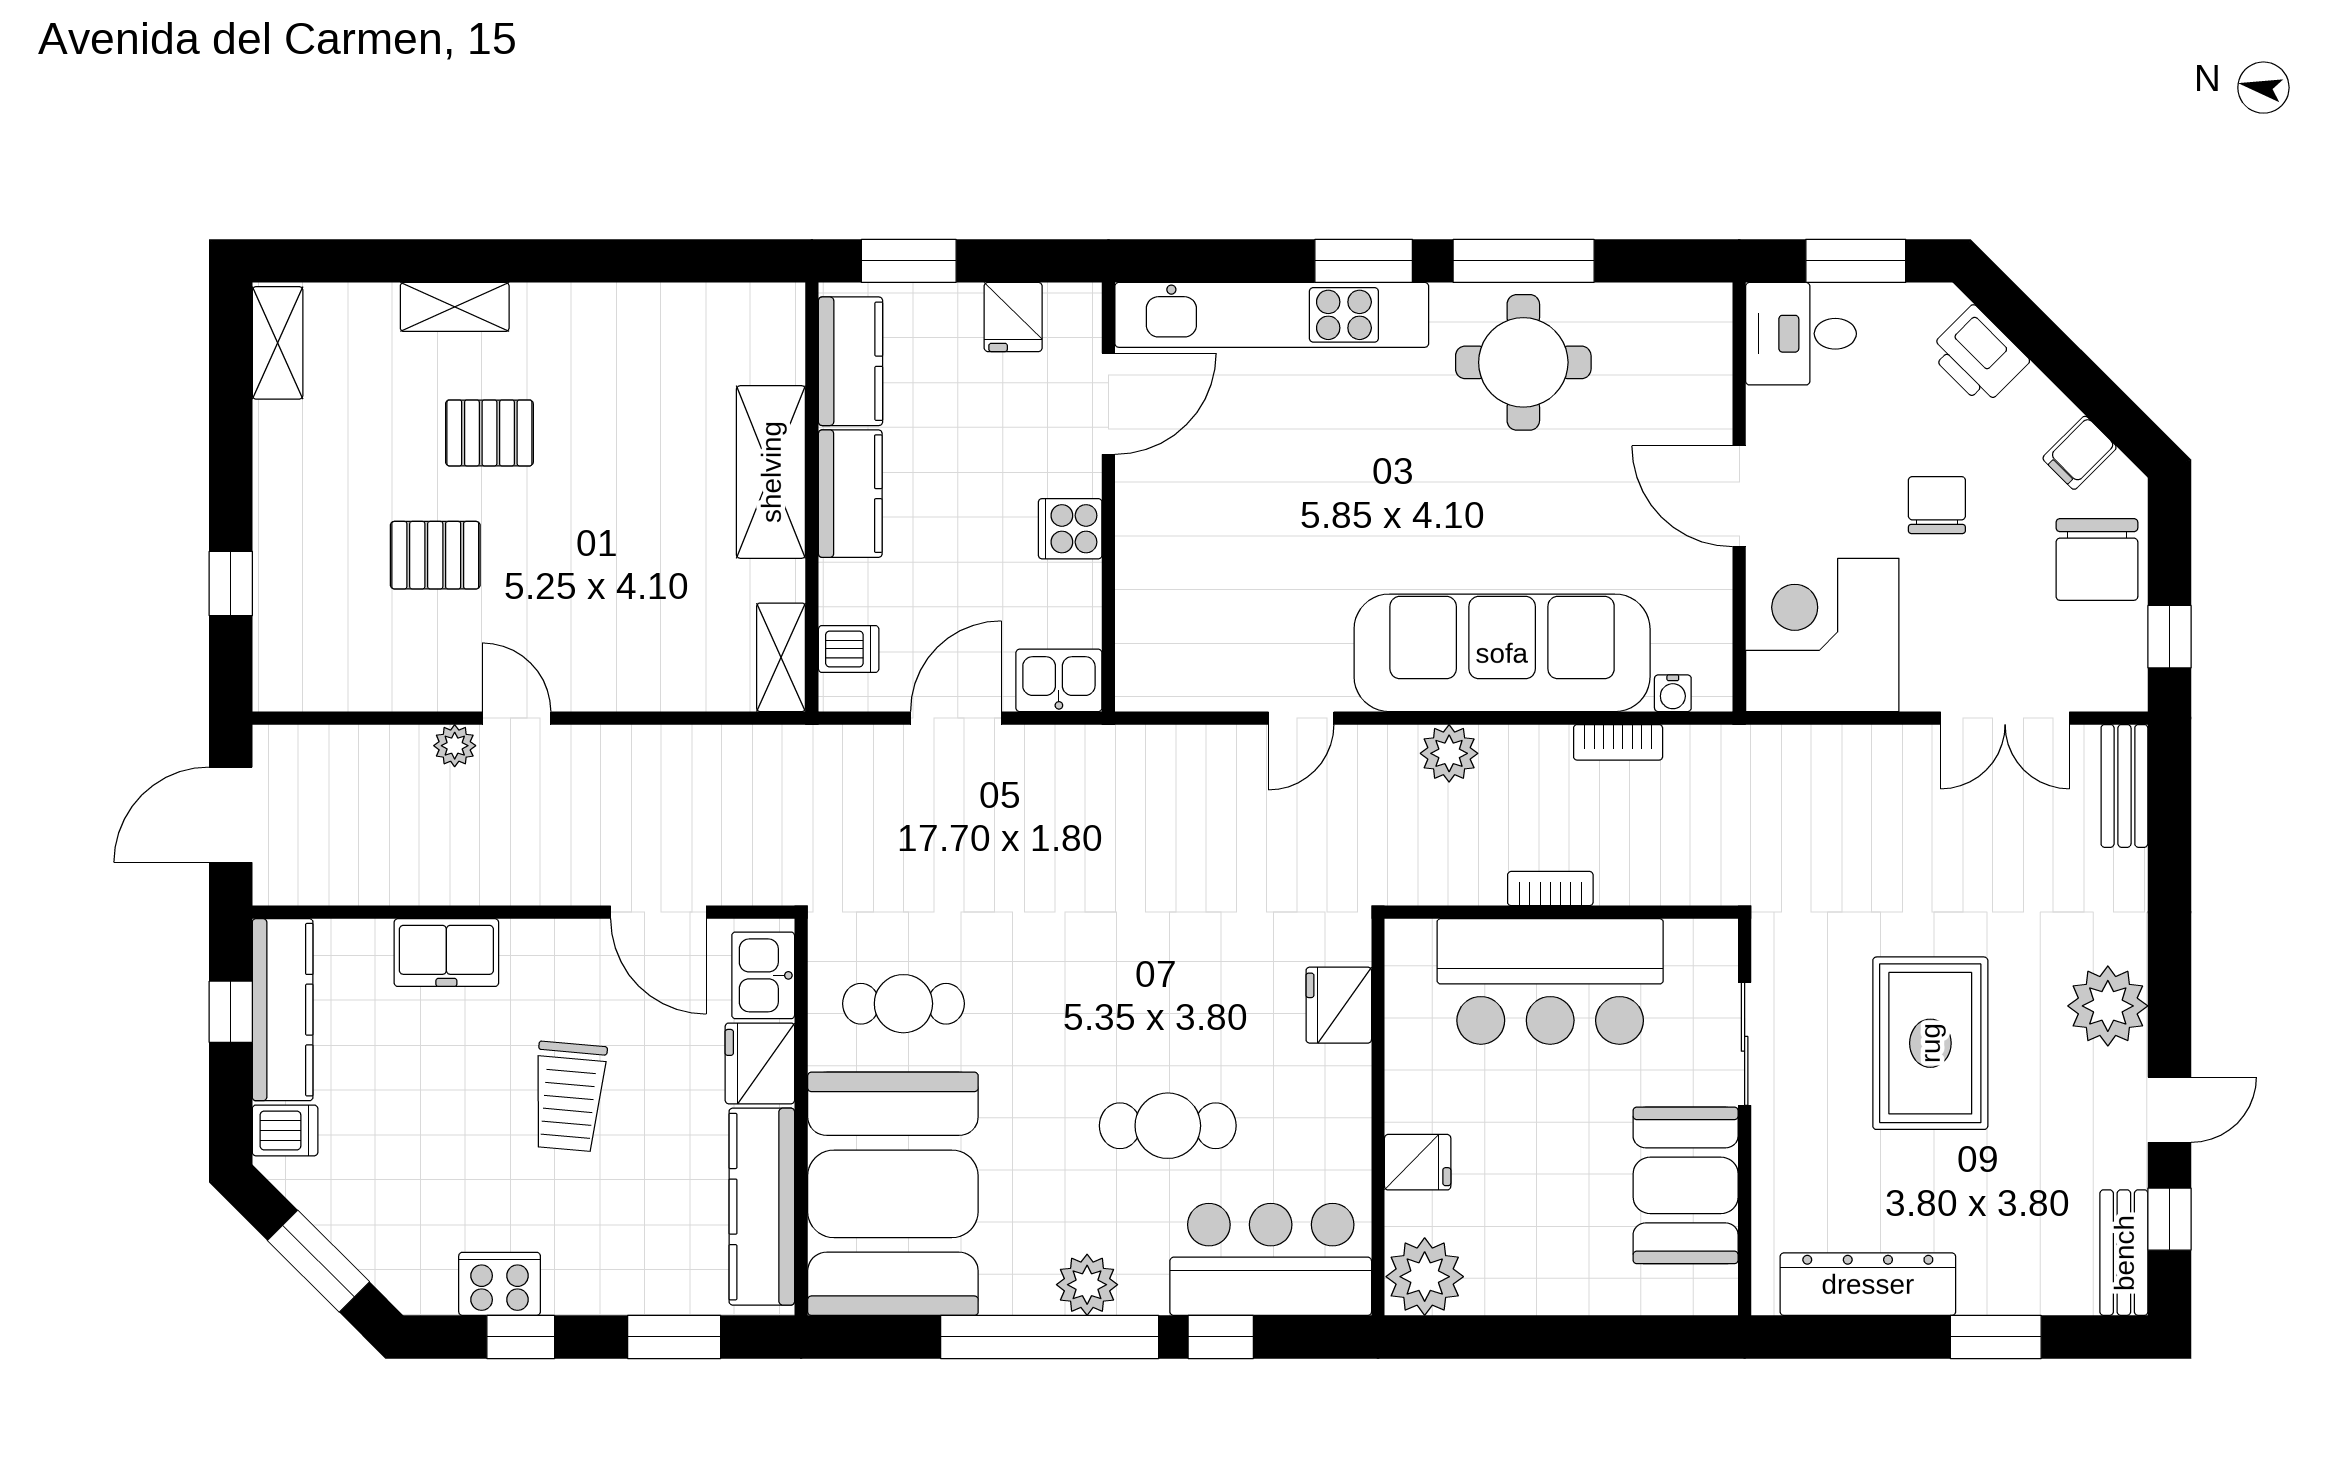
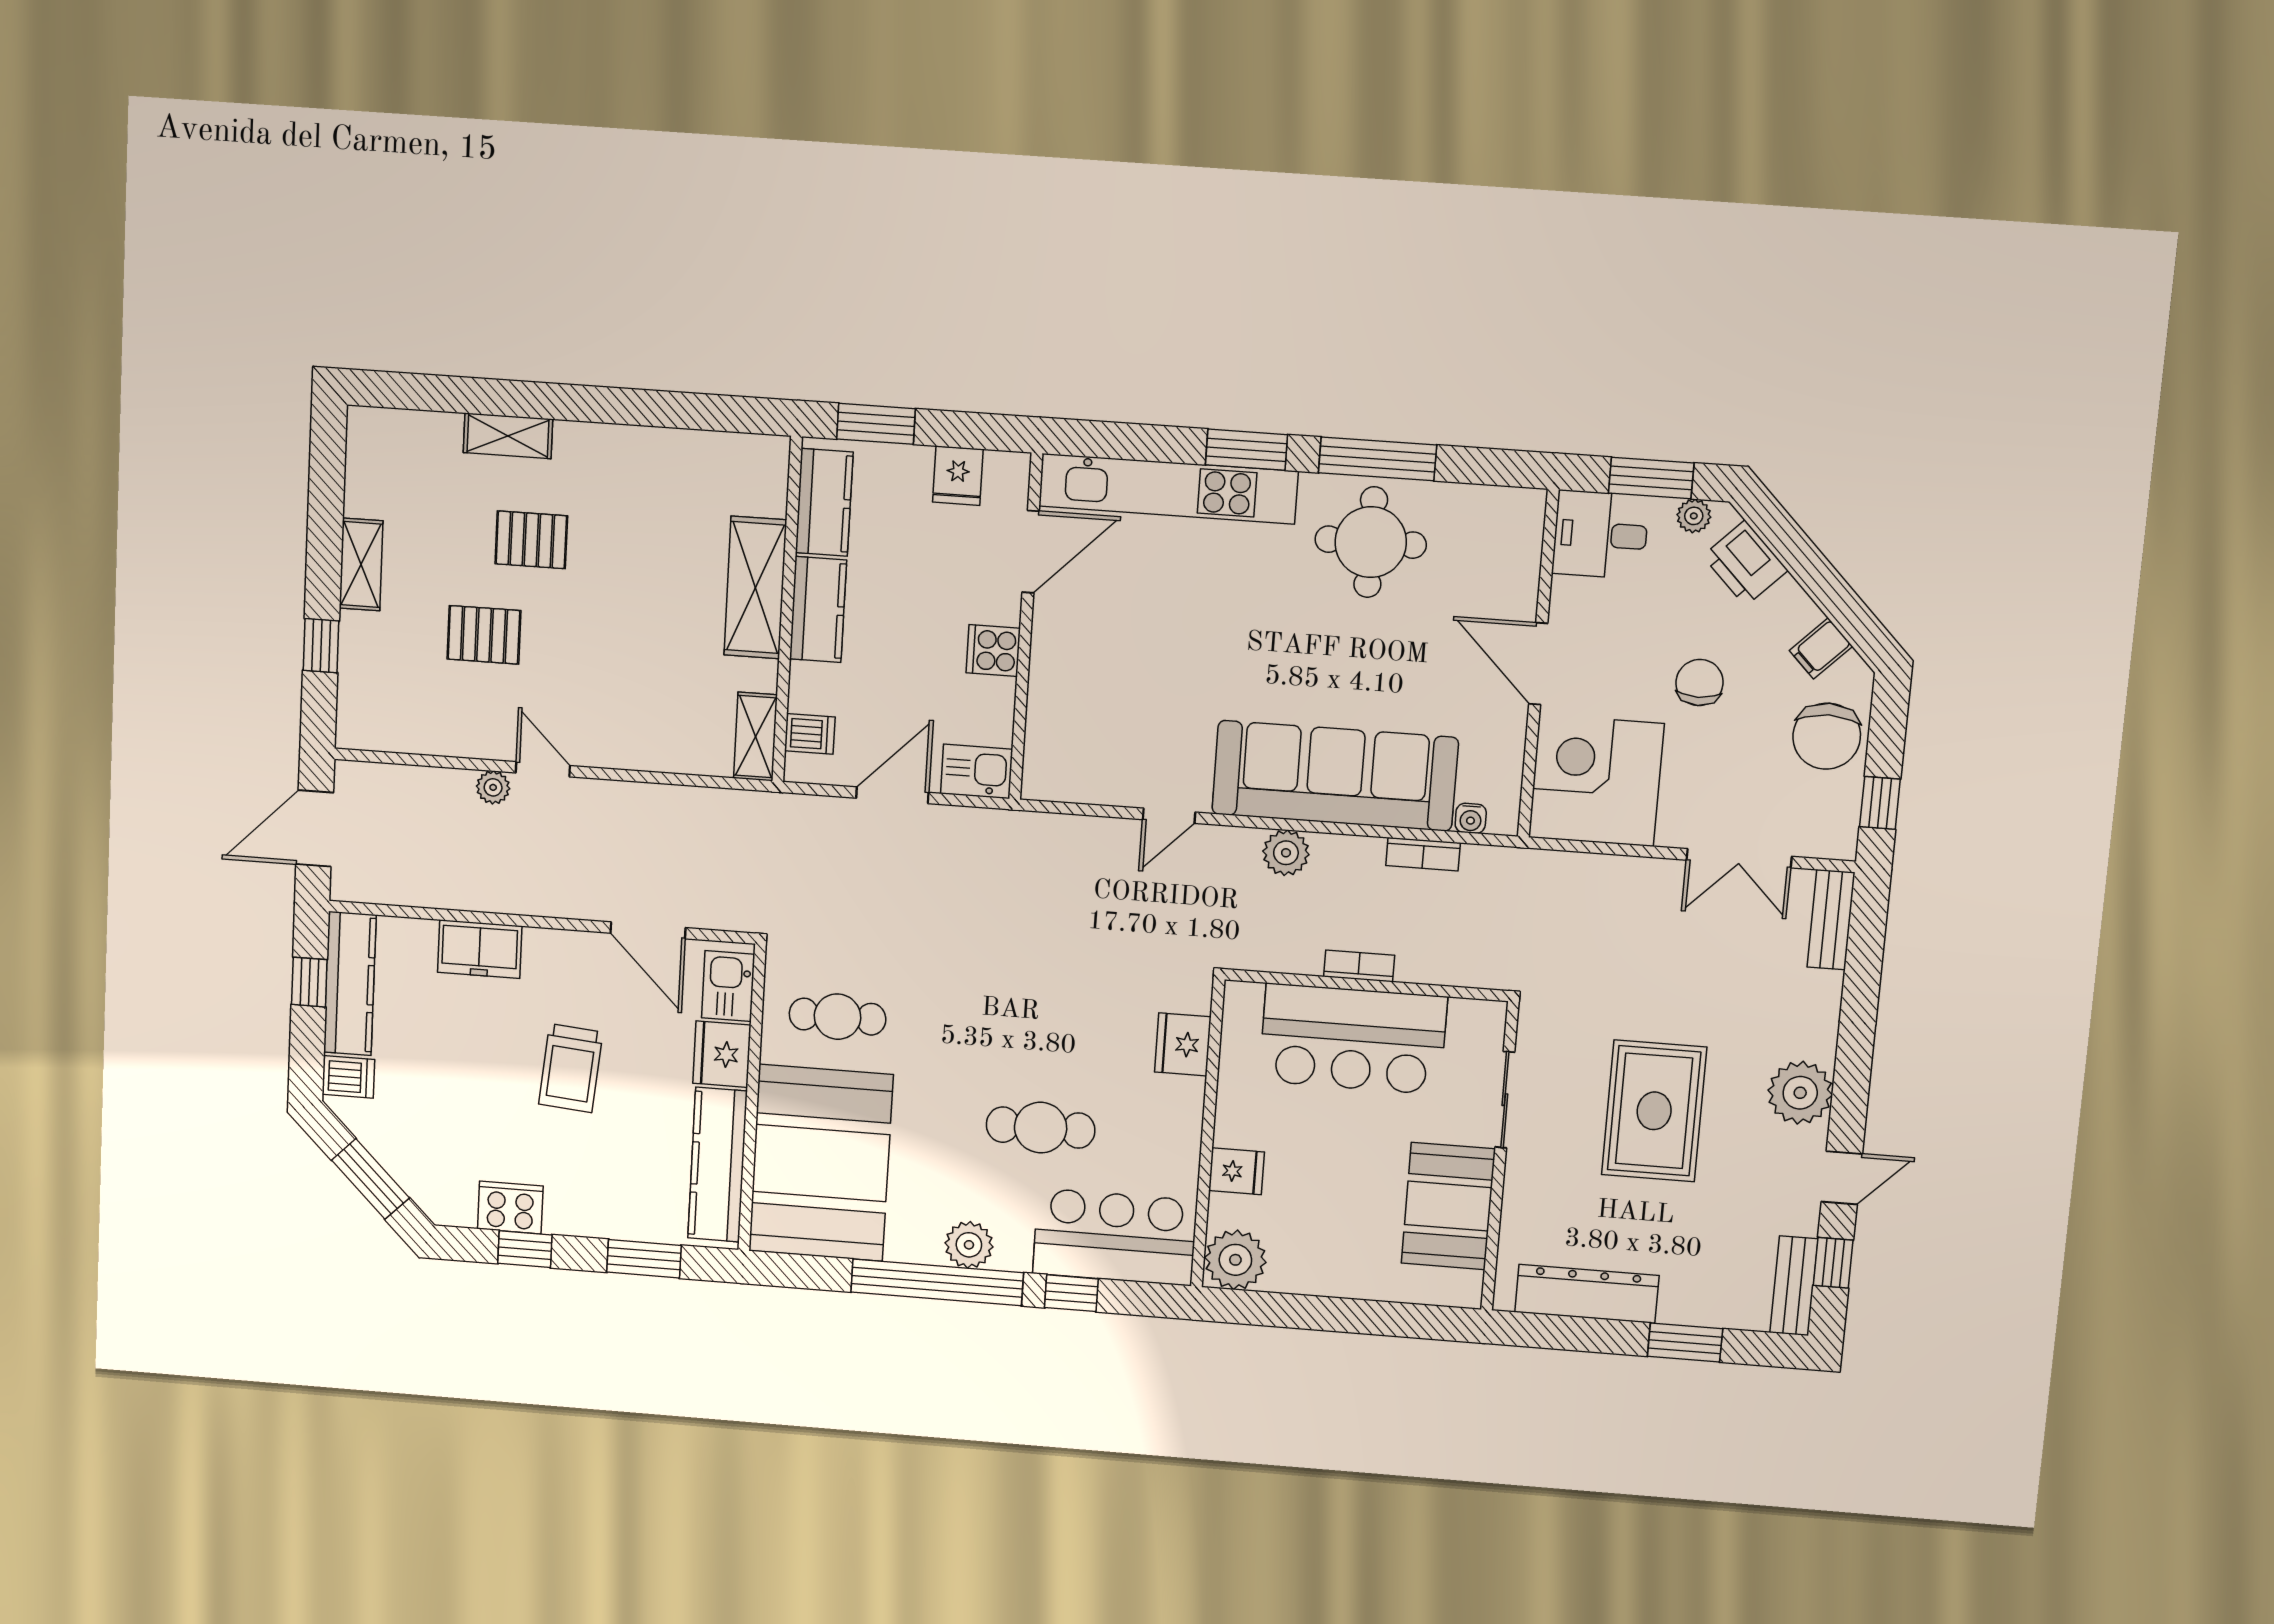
plant: (1911, 303) -> (1694, 516), added
shelving: (278, 343) -> (361, 564), moved

